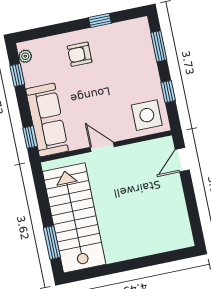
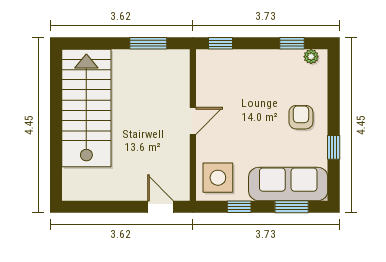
sofa: (47, 120) -> (288, 184), moved, turned 180
stairs: (74, 218) -> (86, 108), moved, turned -90
window: (52, 243) -> (148, 43), moved

